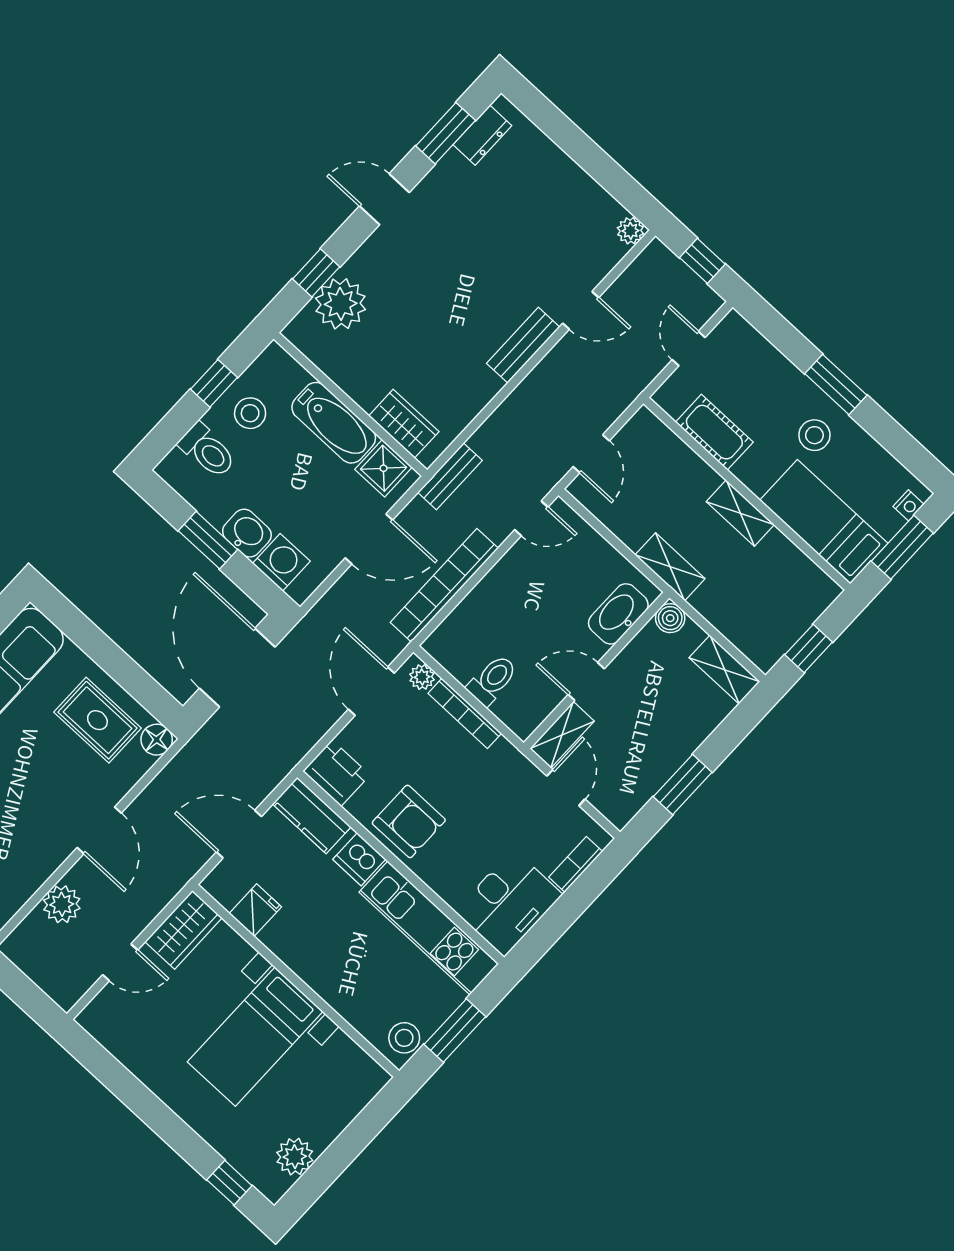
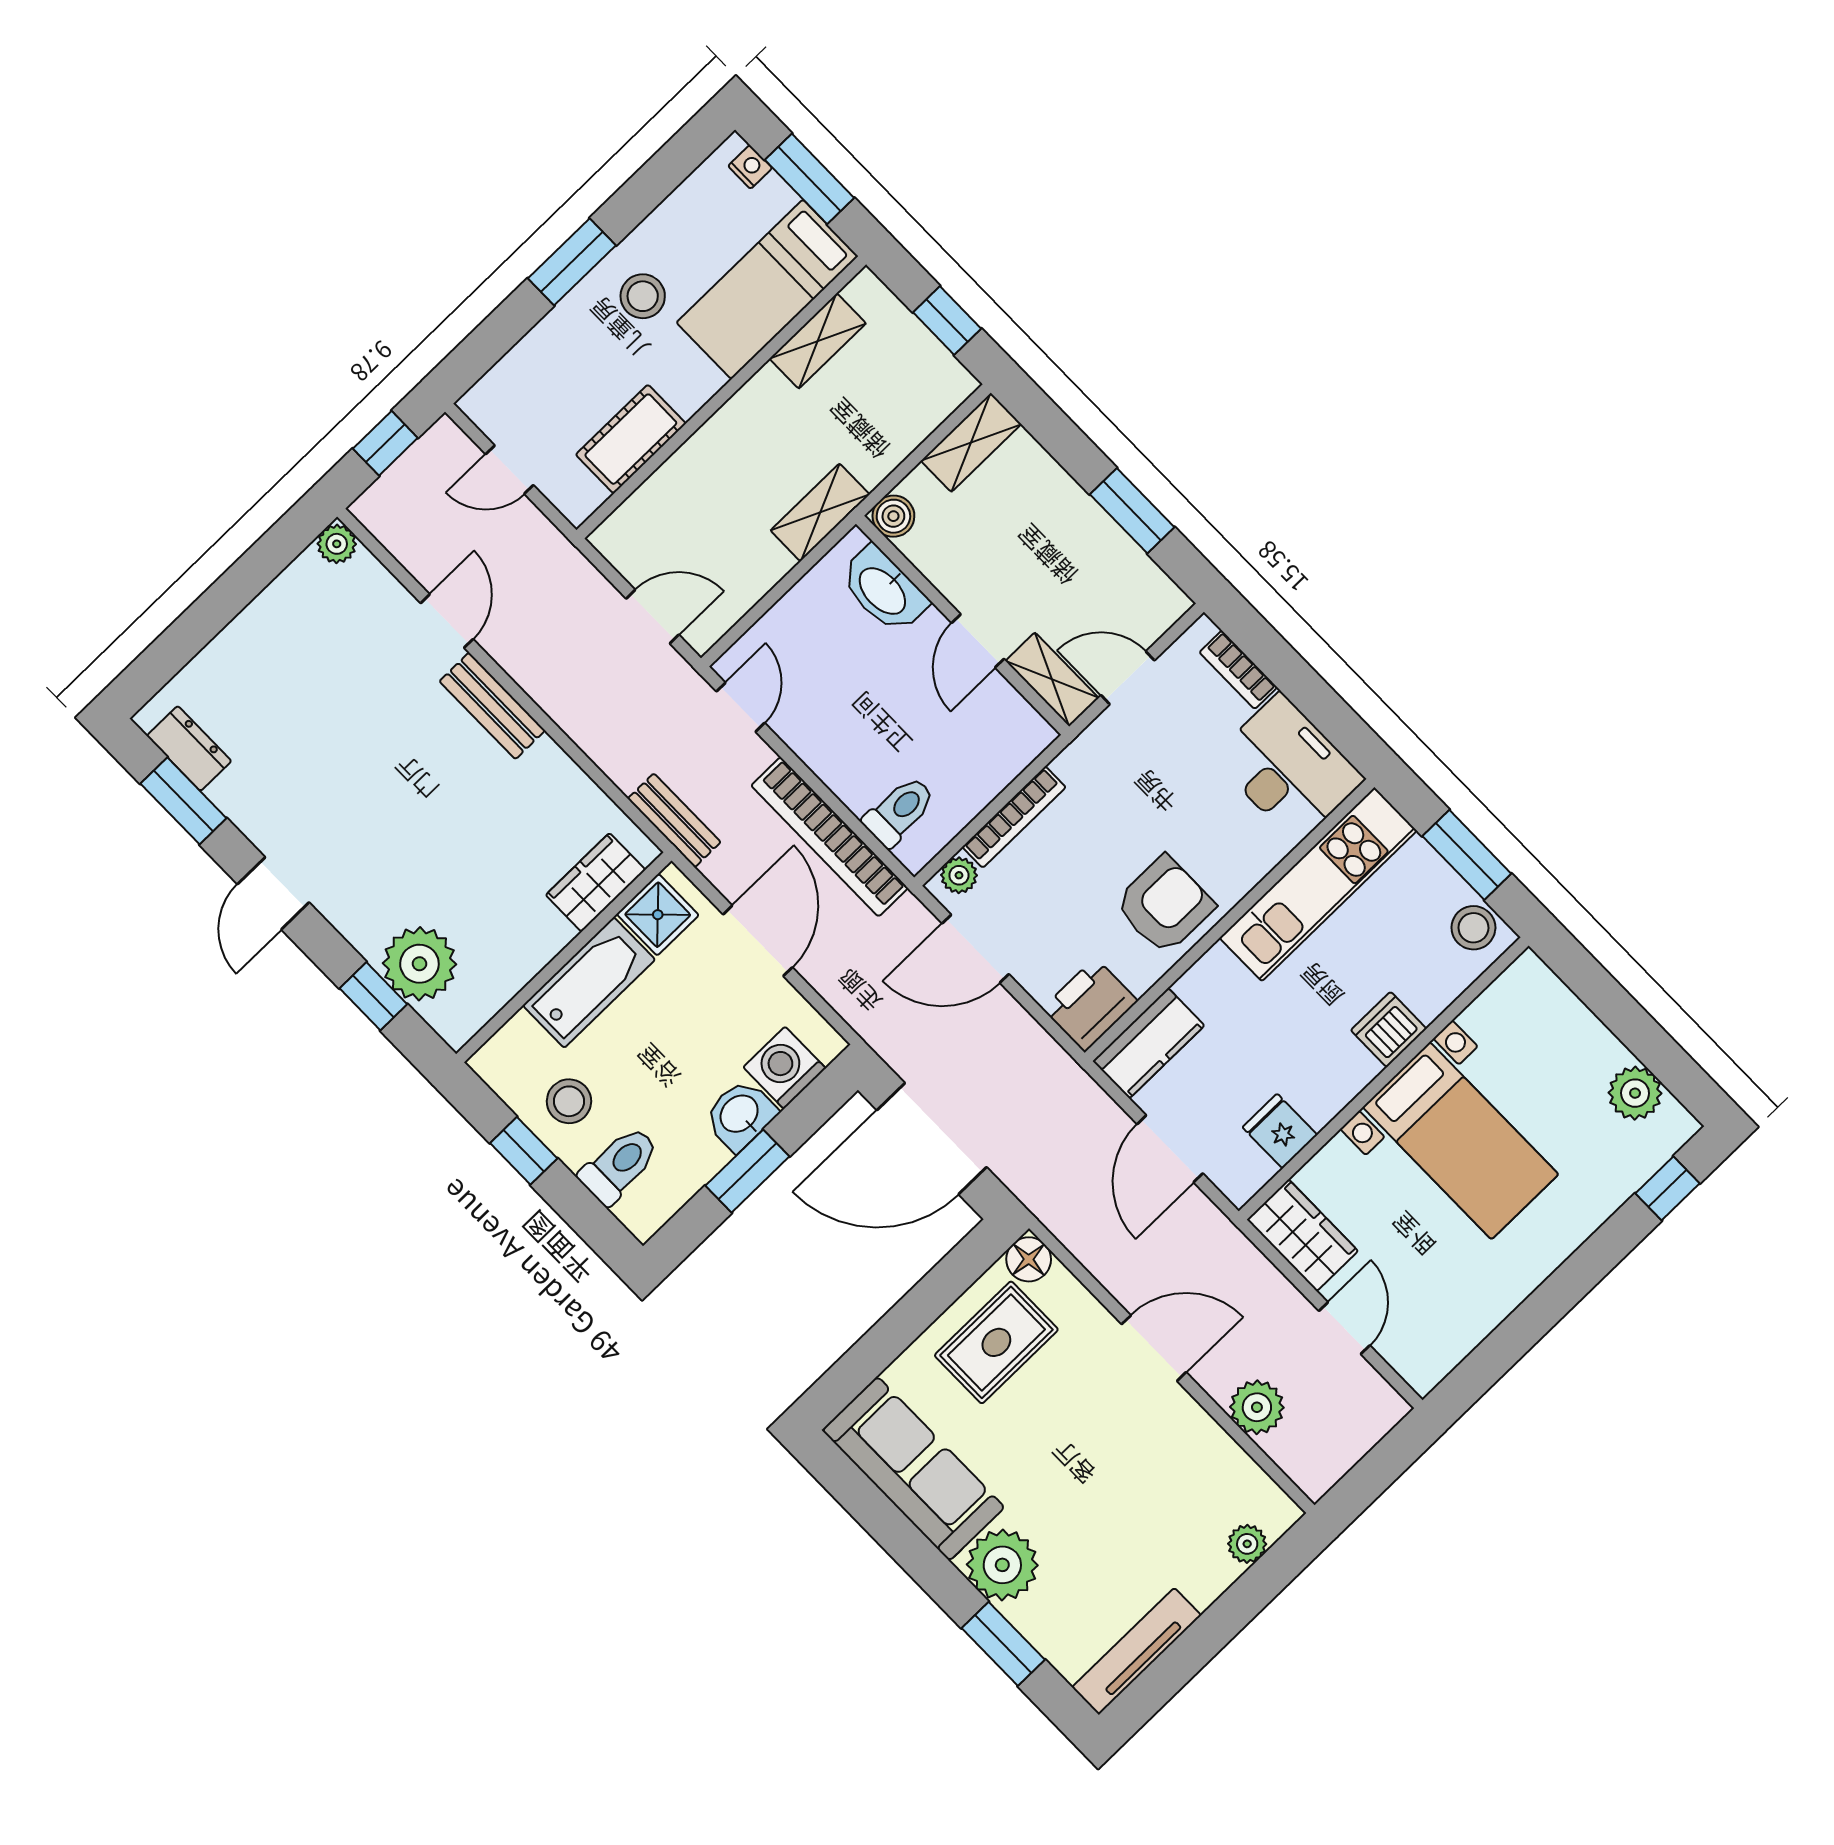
shelving: (740, 513) -> (818, 341), moved
toilet: (492, 680) -> (899, 811), moved, turned 90
dishwasher: (359, 859) -> (1389, 1029), moved, turned 180

